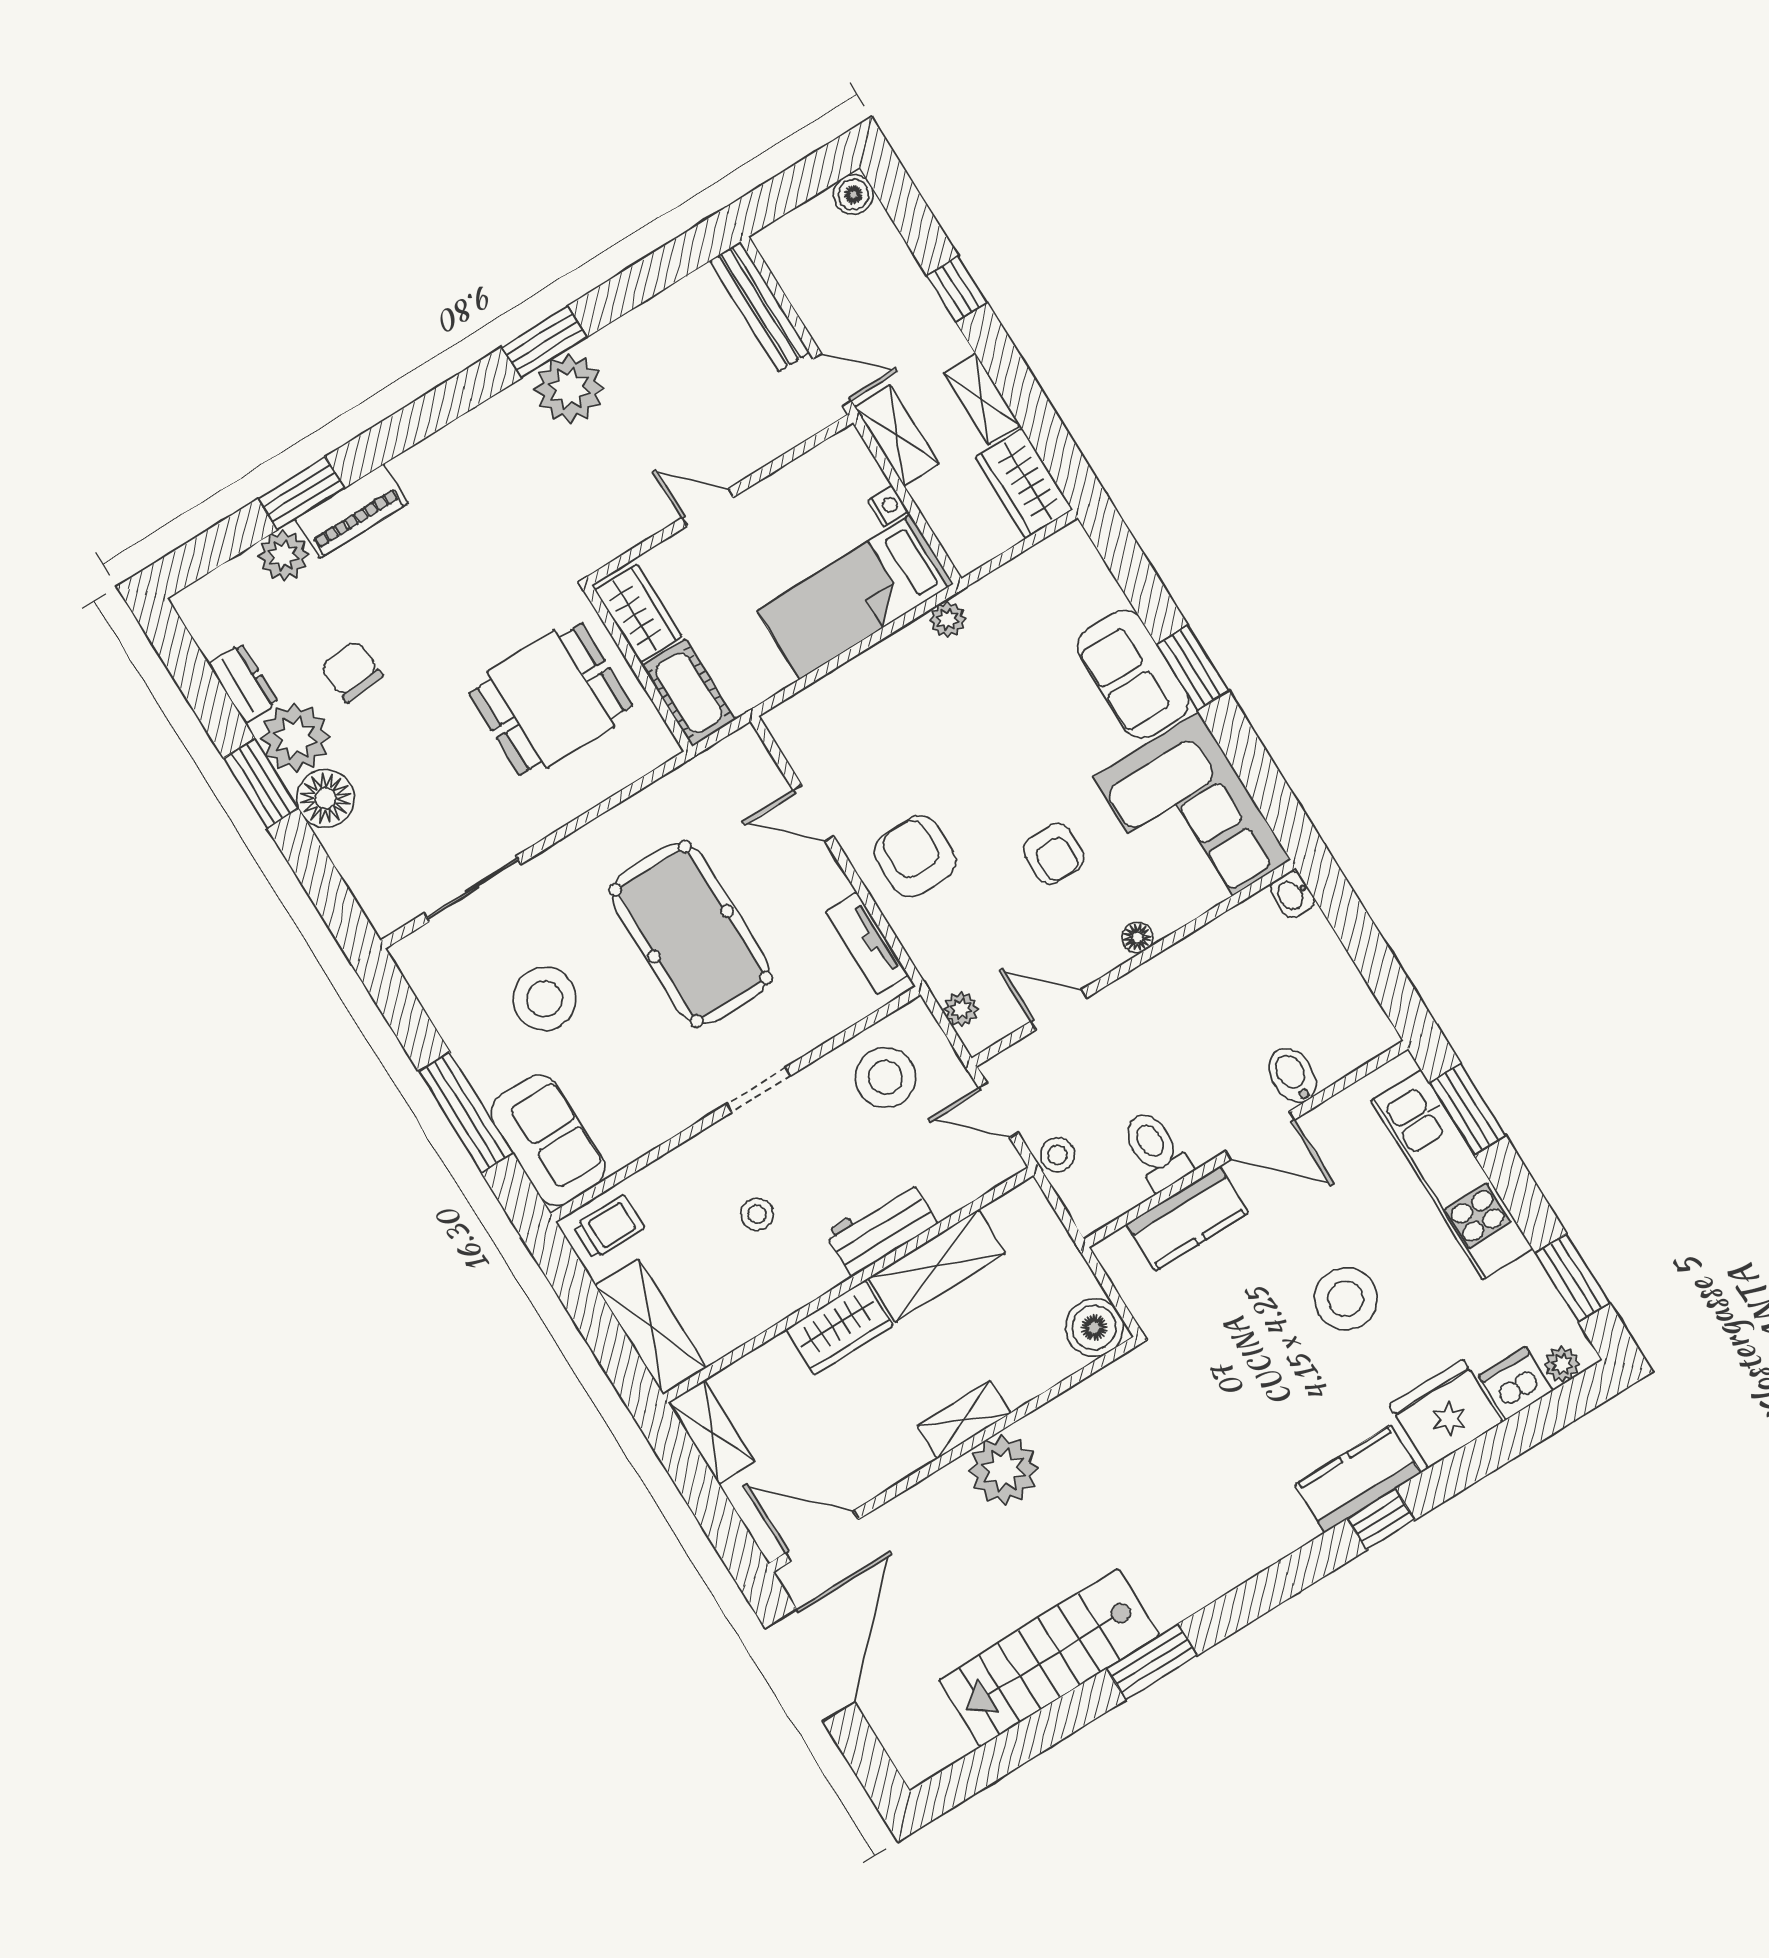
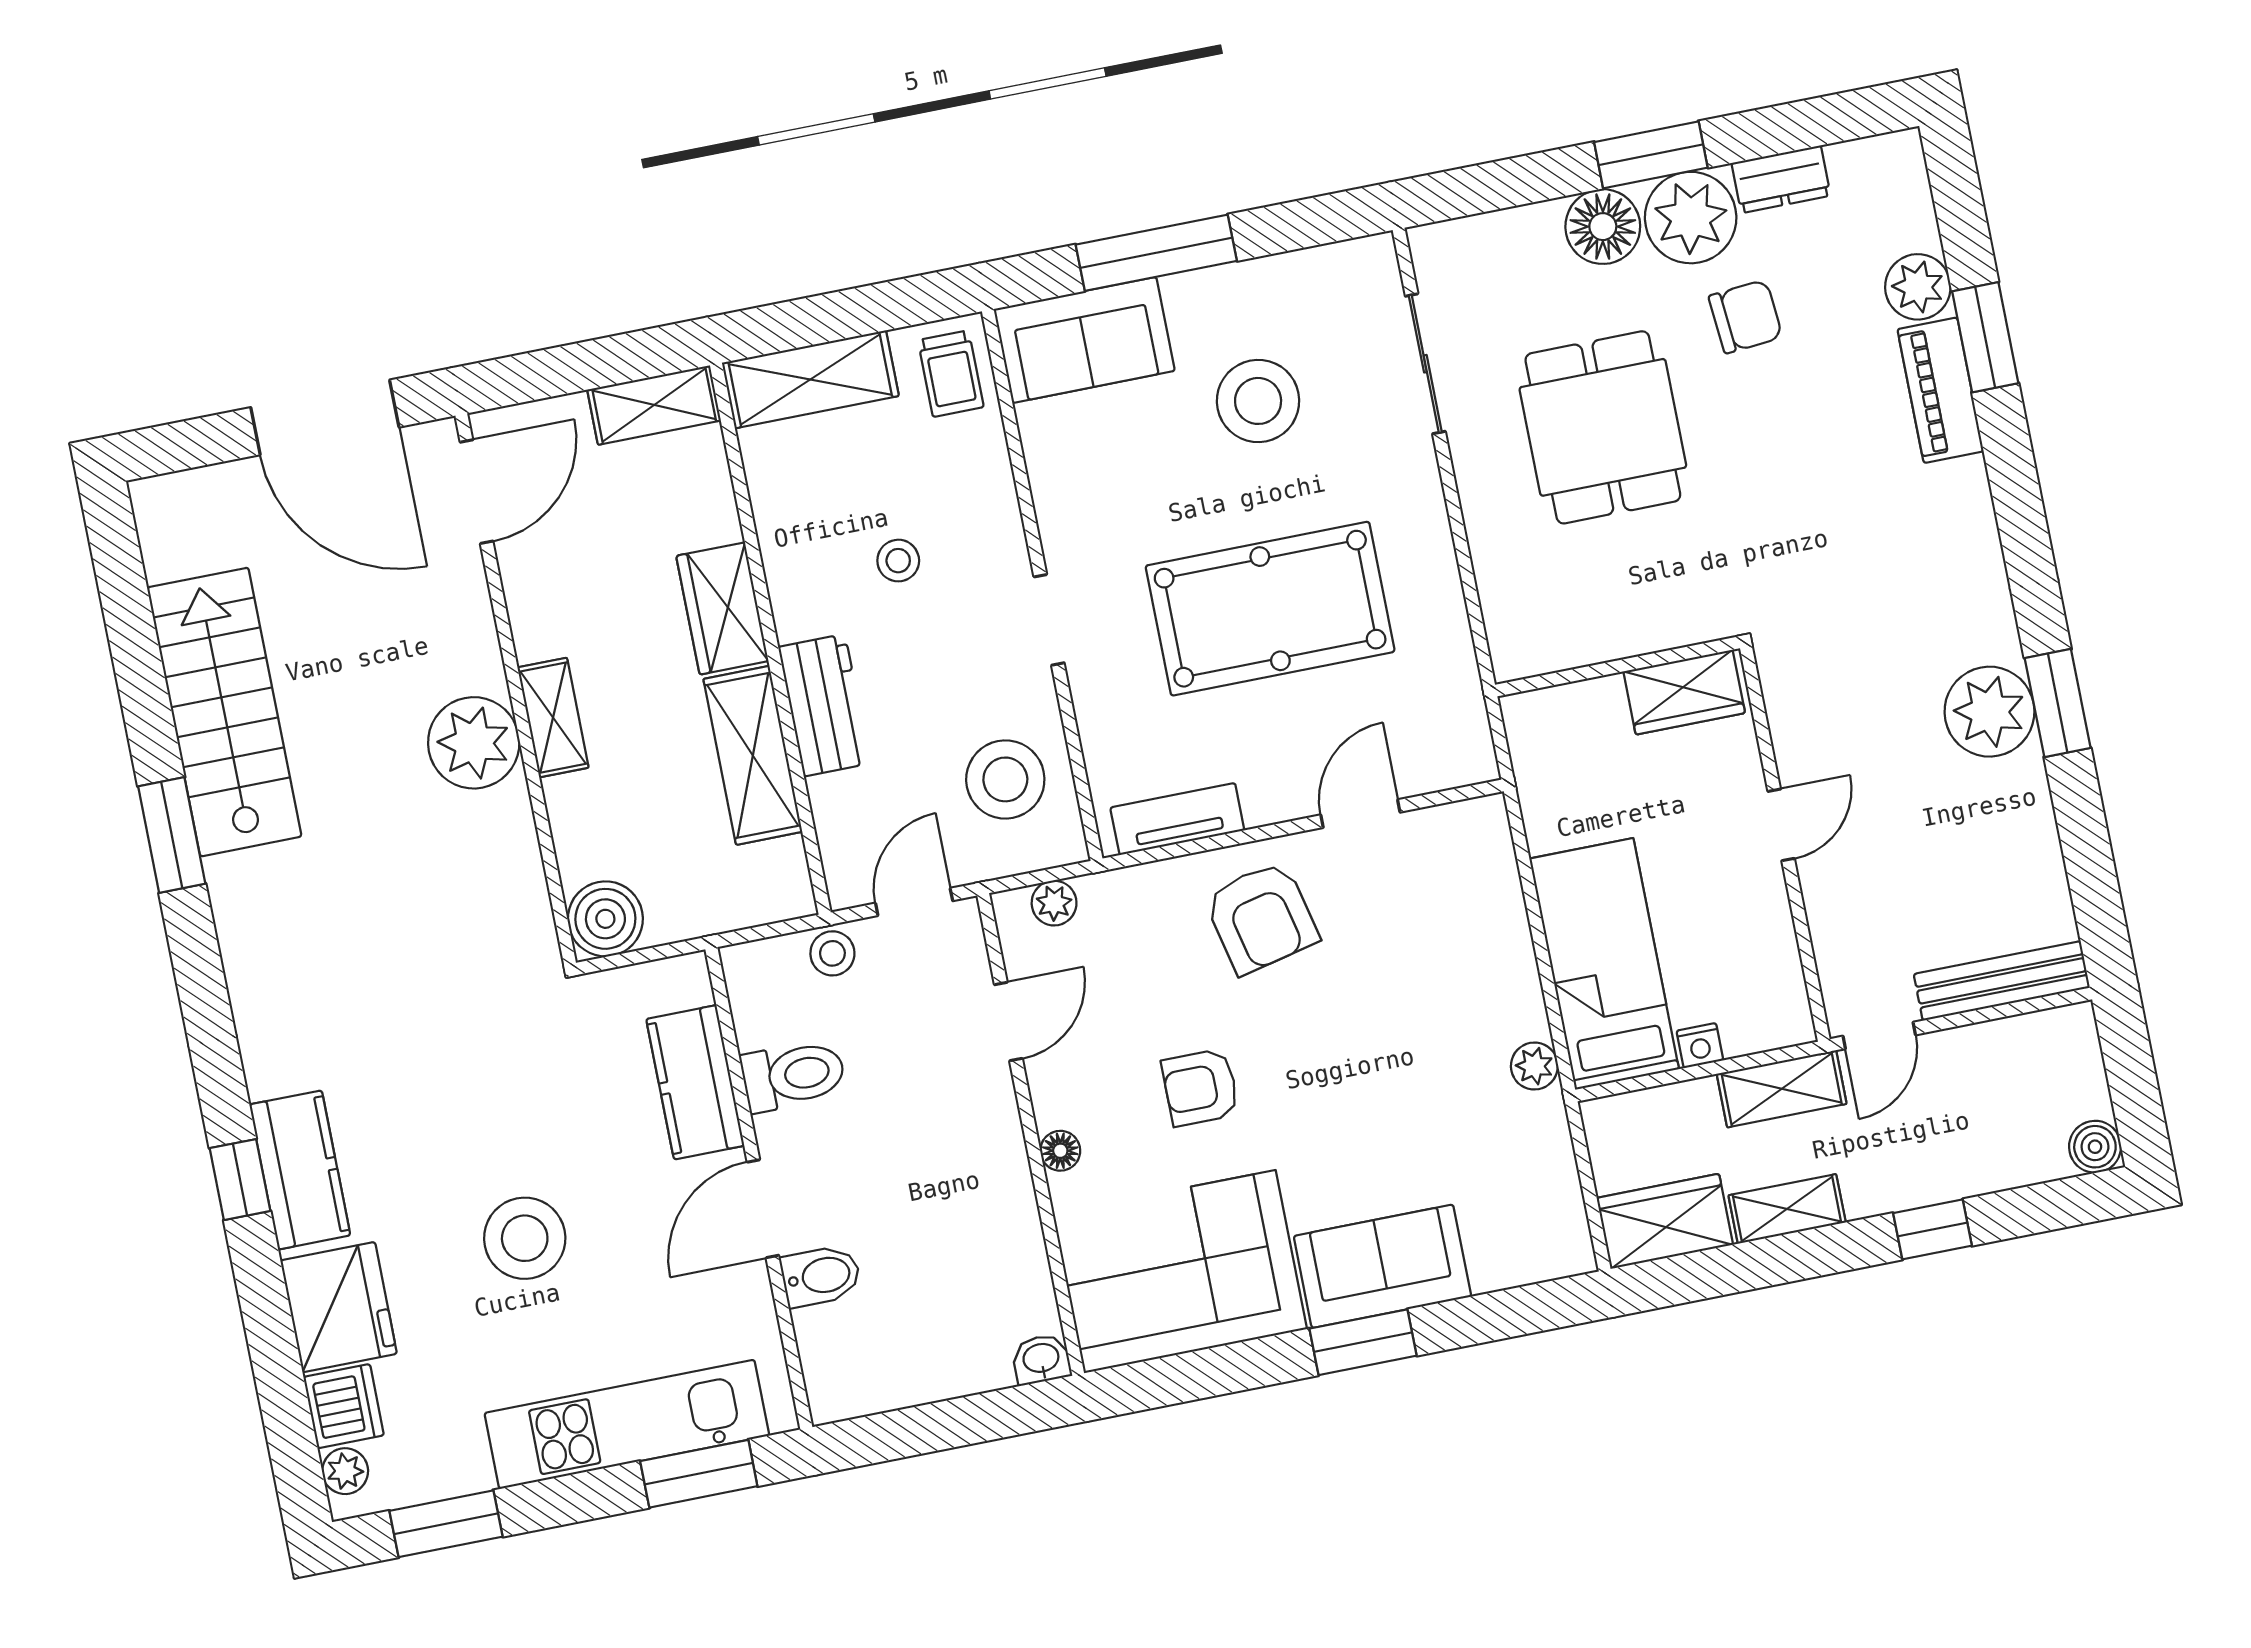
cot: (689, 693) -> (1564, 717), removed
dining table: (551, 699) -> (1603, 427), moved
armchair: (915, 856) -> (1261, 917), turned 77

